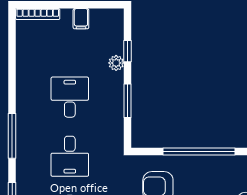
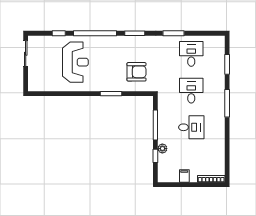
desk: (70, 97) -> (191, 127), turned -90
window: (128, 101) -> (155, 125), width x1.44
window: (199, 151) -> (111, 94), width x0.47

